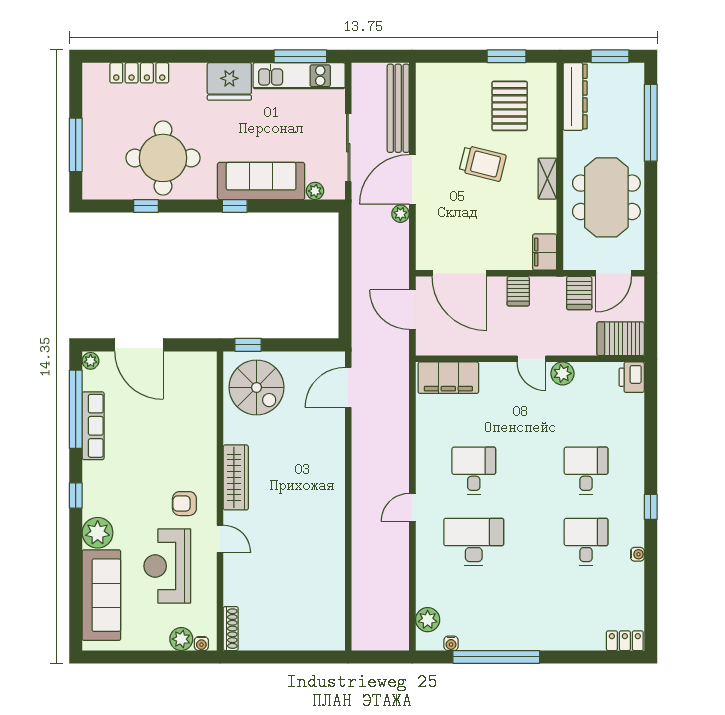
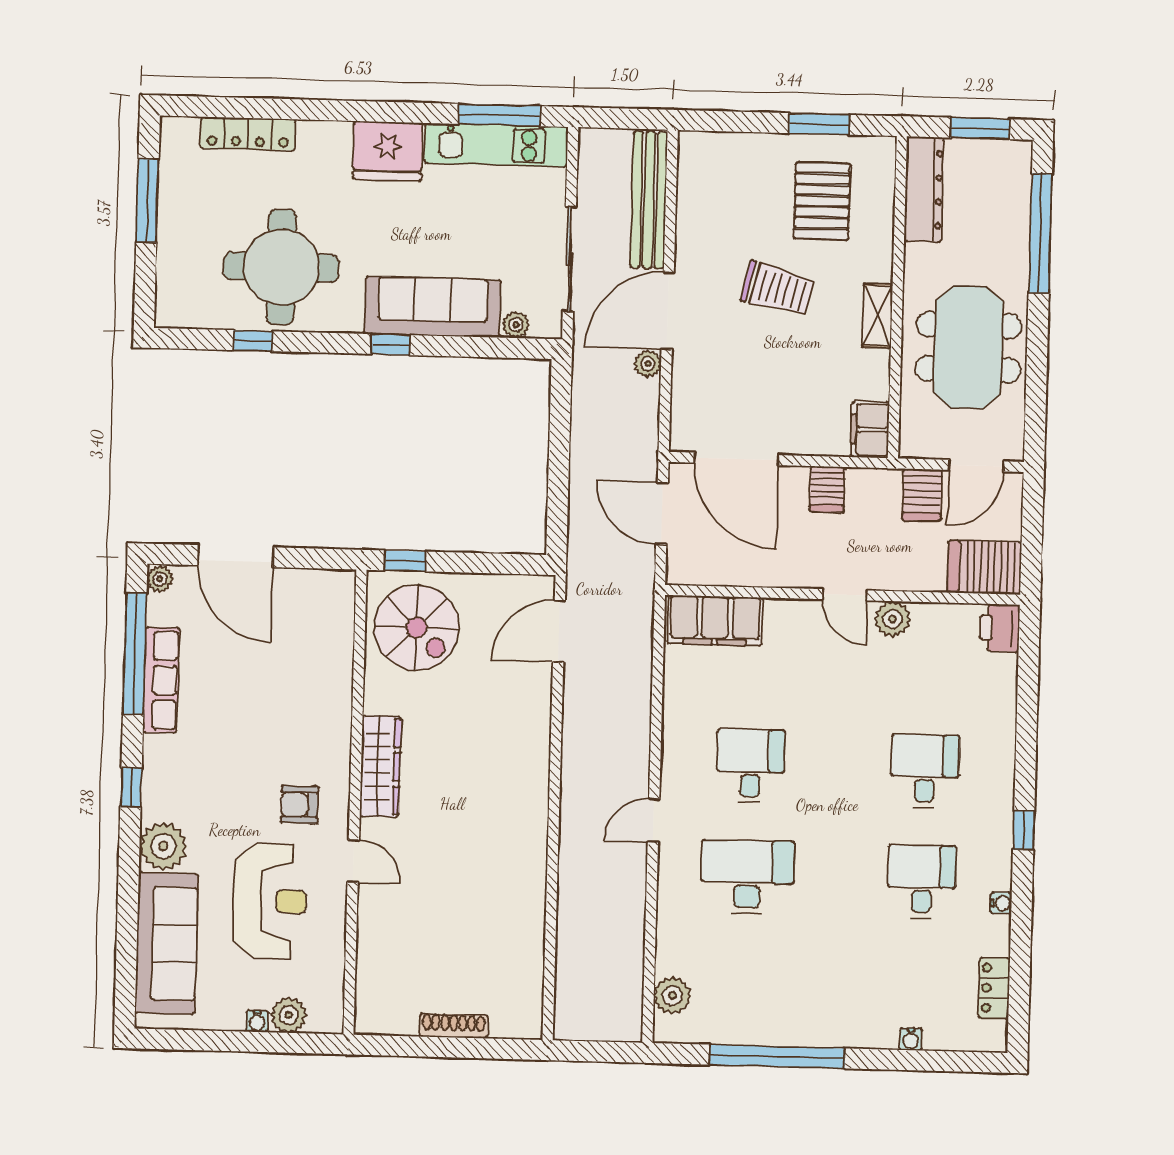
window: (76, 145) -> (147, 201), moved
reception desk: (167, 566) -> (270, 901), turned 180
shoe rack: (231, 629) -> (454, 1026), moved, turned -90
locker: (625, 641) -> (994, 988), moved, turned -90
water cooler: (451, 643) -> (911, 1039), moved
water cooler: (201, 644) -> (257, 1021), moved

